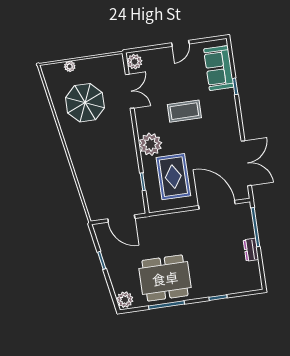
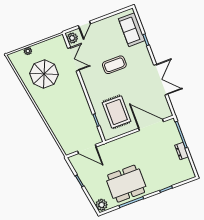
door: (180, 43) -> (84, 25), moved
plant: (150, 144) -> (96, 93), removed
double door: (246, 163) -> (161, 80), moved

